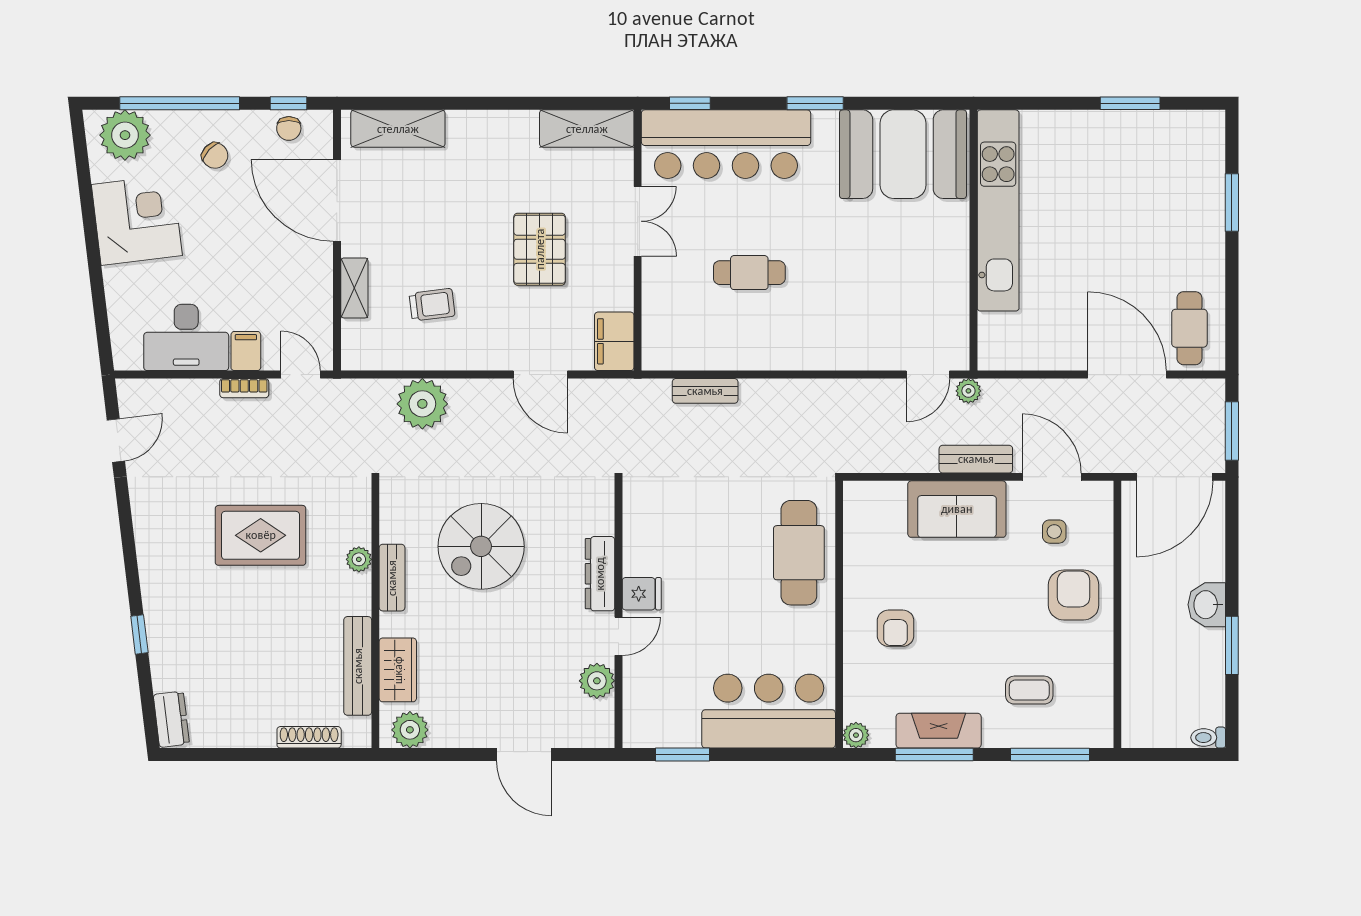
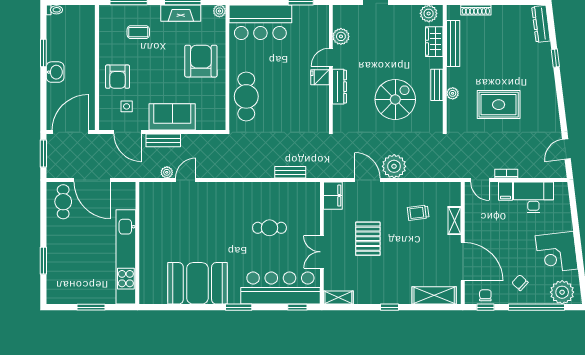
window: (493, 103) -> (390, 307), added
shelving: (587, 129) -> (338, 297), width x0.67, depth x0.75
kitchen unit: (998, 210) -> (126, 257), moved
wall: (973, 240) -> (137, 243), moved
plant: (422, 404) -> (394, 166), moved
armchair: (896, 628) -> (201, 61), width x1.88, depth x1.88
dresser: (171, 719) -> (541, 24), width x1.44

